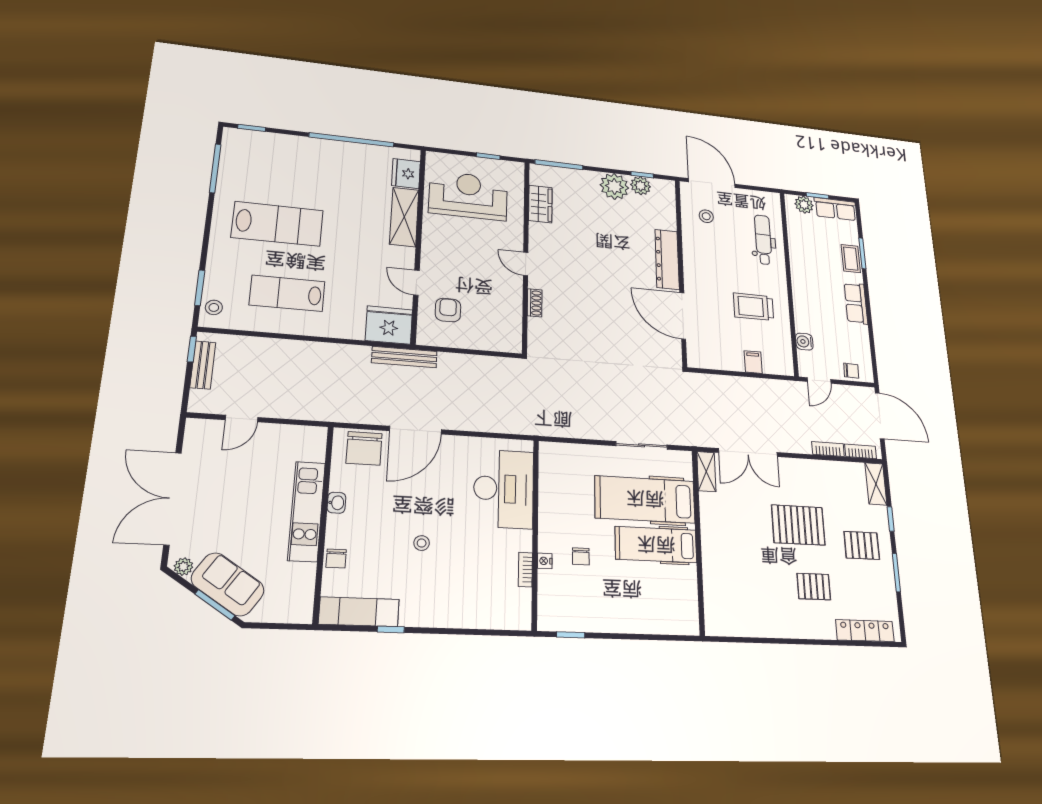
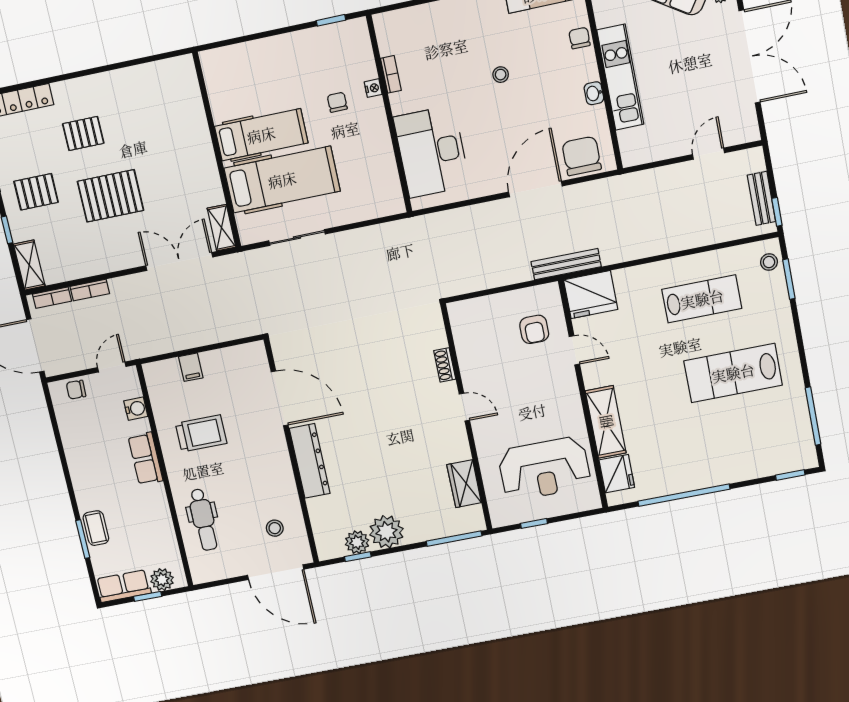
row of seats: (856, 303) -> (145, 459), moved, turned 180

